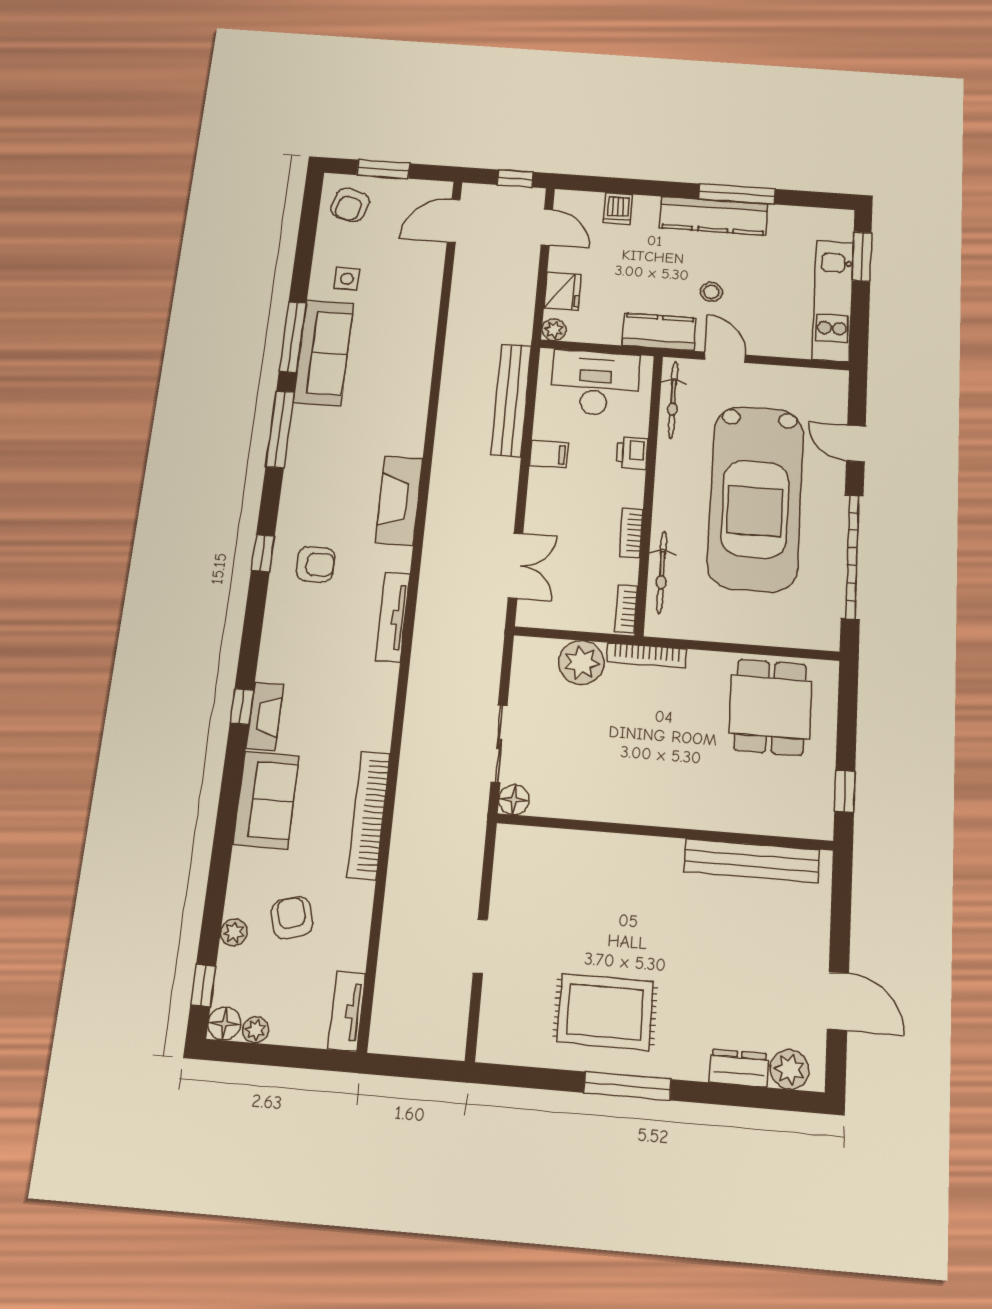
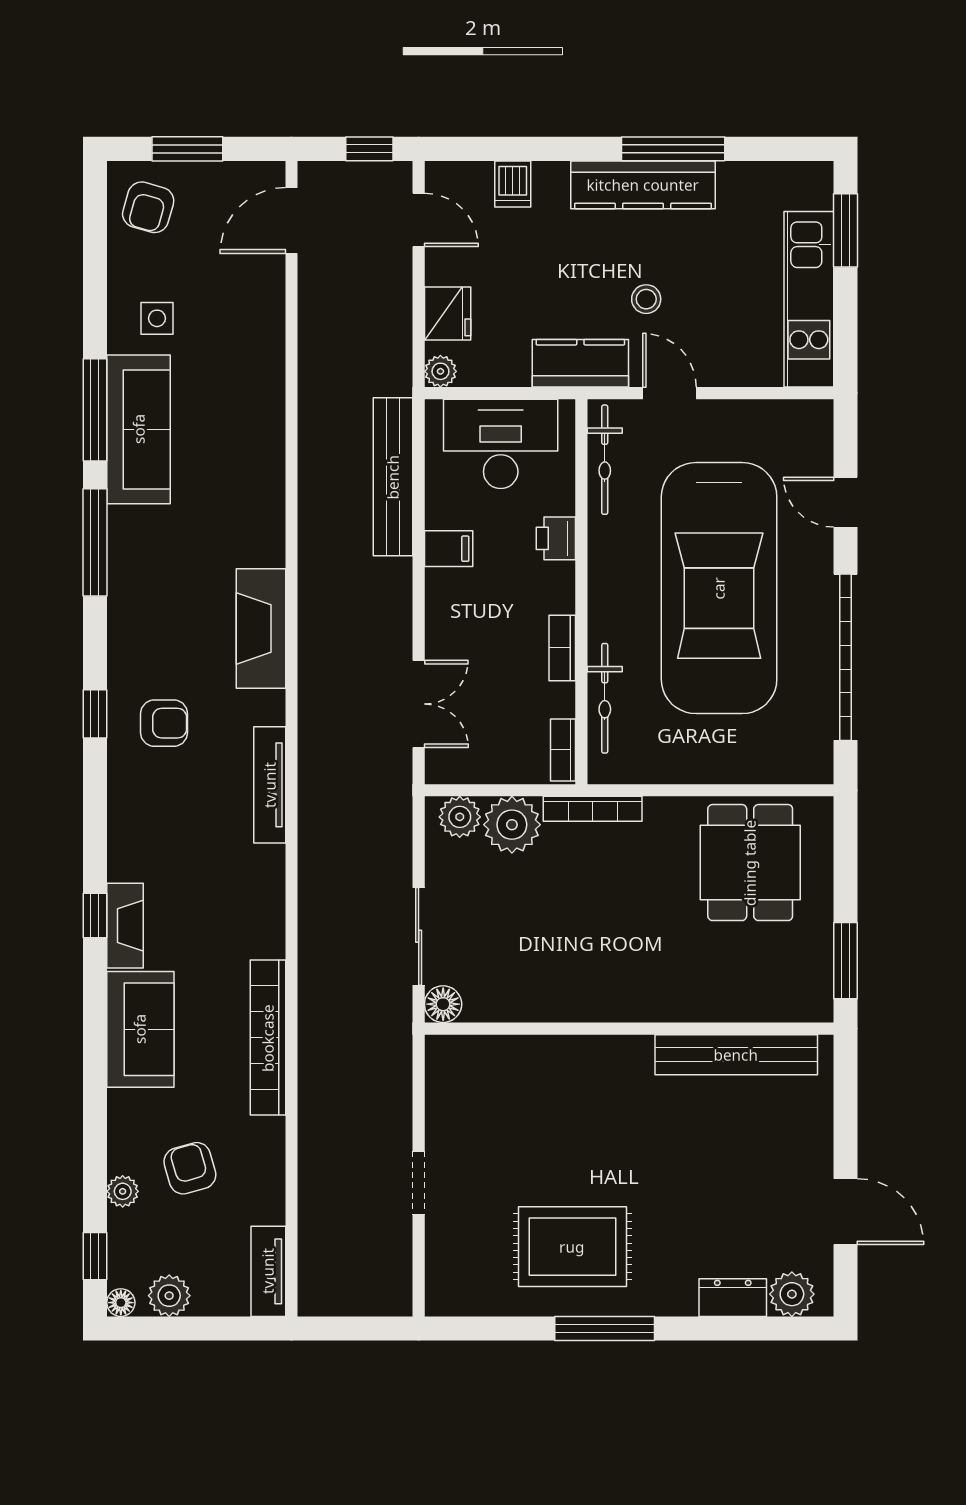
plant: (540, 653) -> (460, 817), added
window: (845, 791) -> (846, 961), width x1.50
floor lamp: (224, 1024) -> (121, 1303), width x0.73, depth x0.73
plant: (255, 1030) -> (169, 1296), width x1.38, depth x1.38

